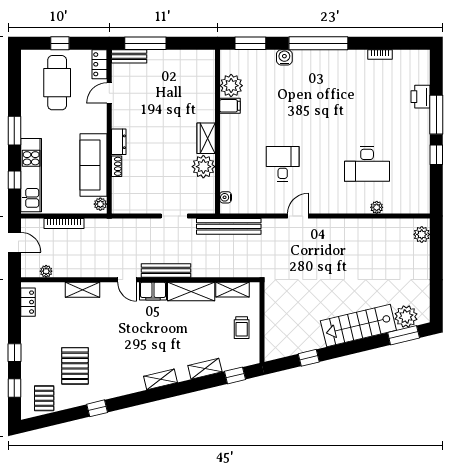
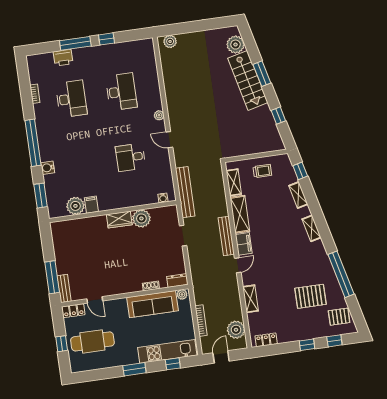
desk: (367, 100) -> (71, 99), added
dresser: (119, 142) -> (177, 280), moved
plant: (377, 207) -> (159, 115), moved
plant: (46, 271) -> (236, 330), width x1.87, depth x1.87
window: (404, 335) -> (262, 74), moved
window: (97, 408) -> (341, 274), width x3.17

